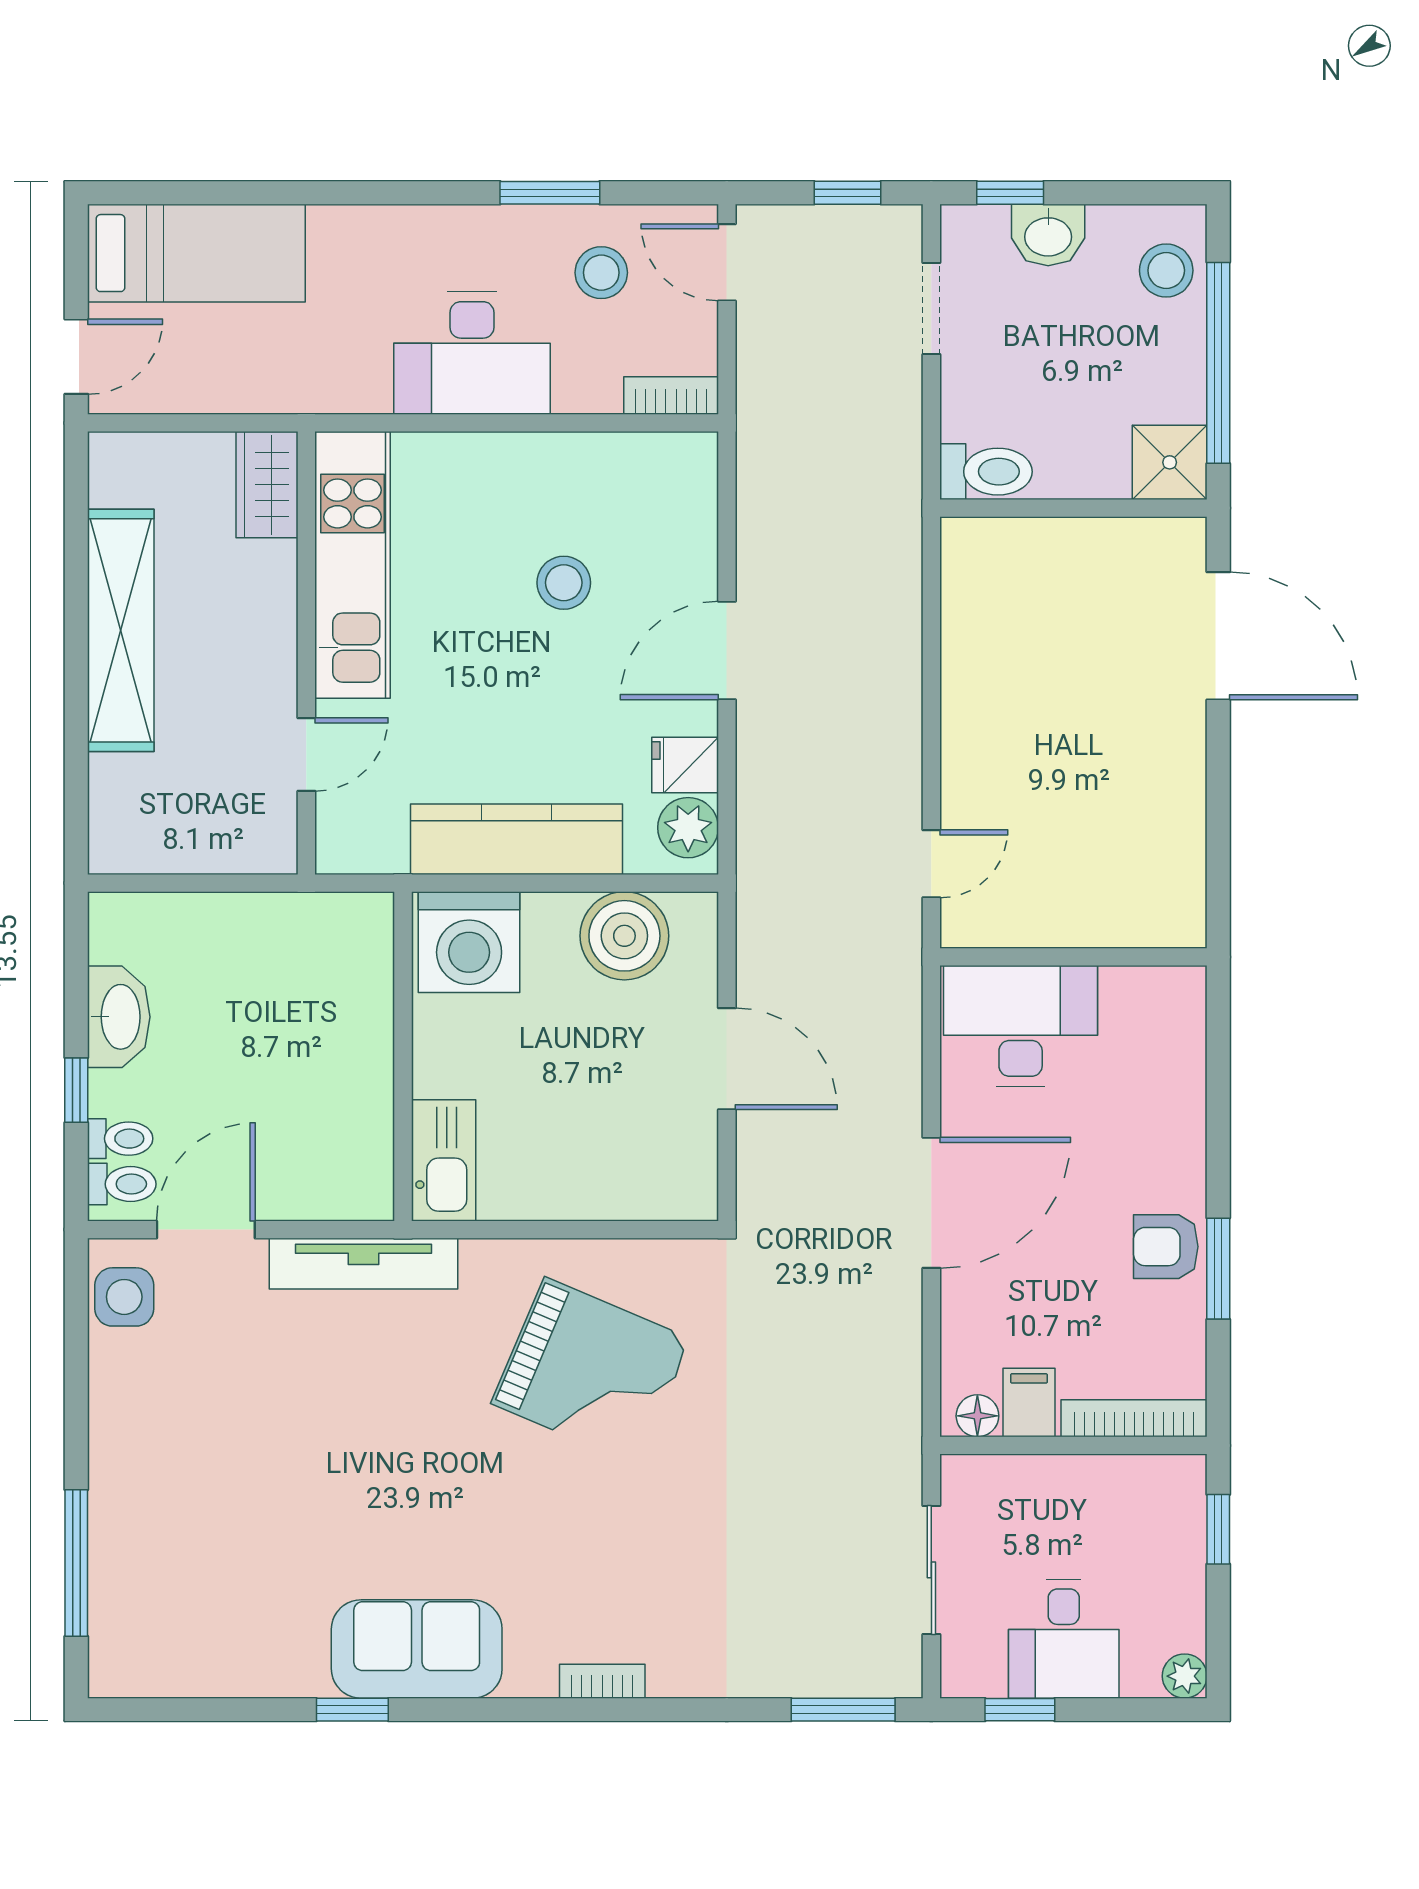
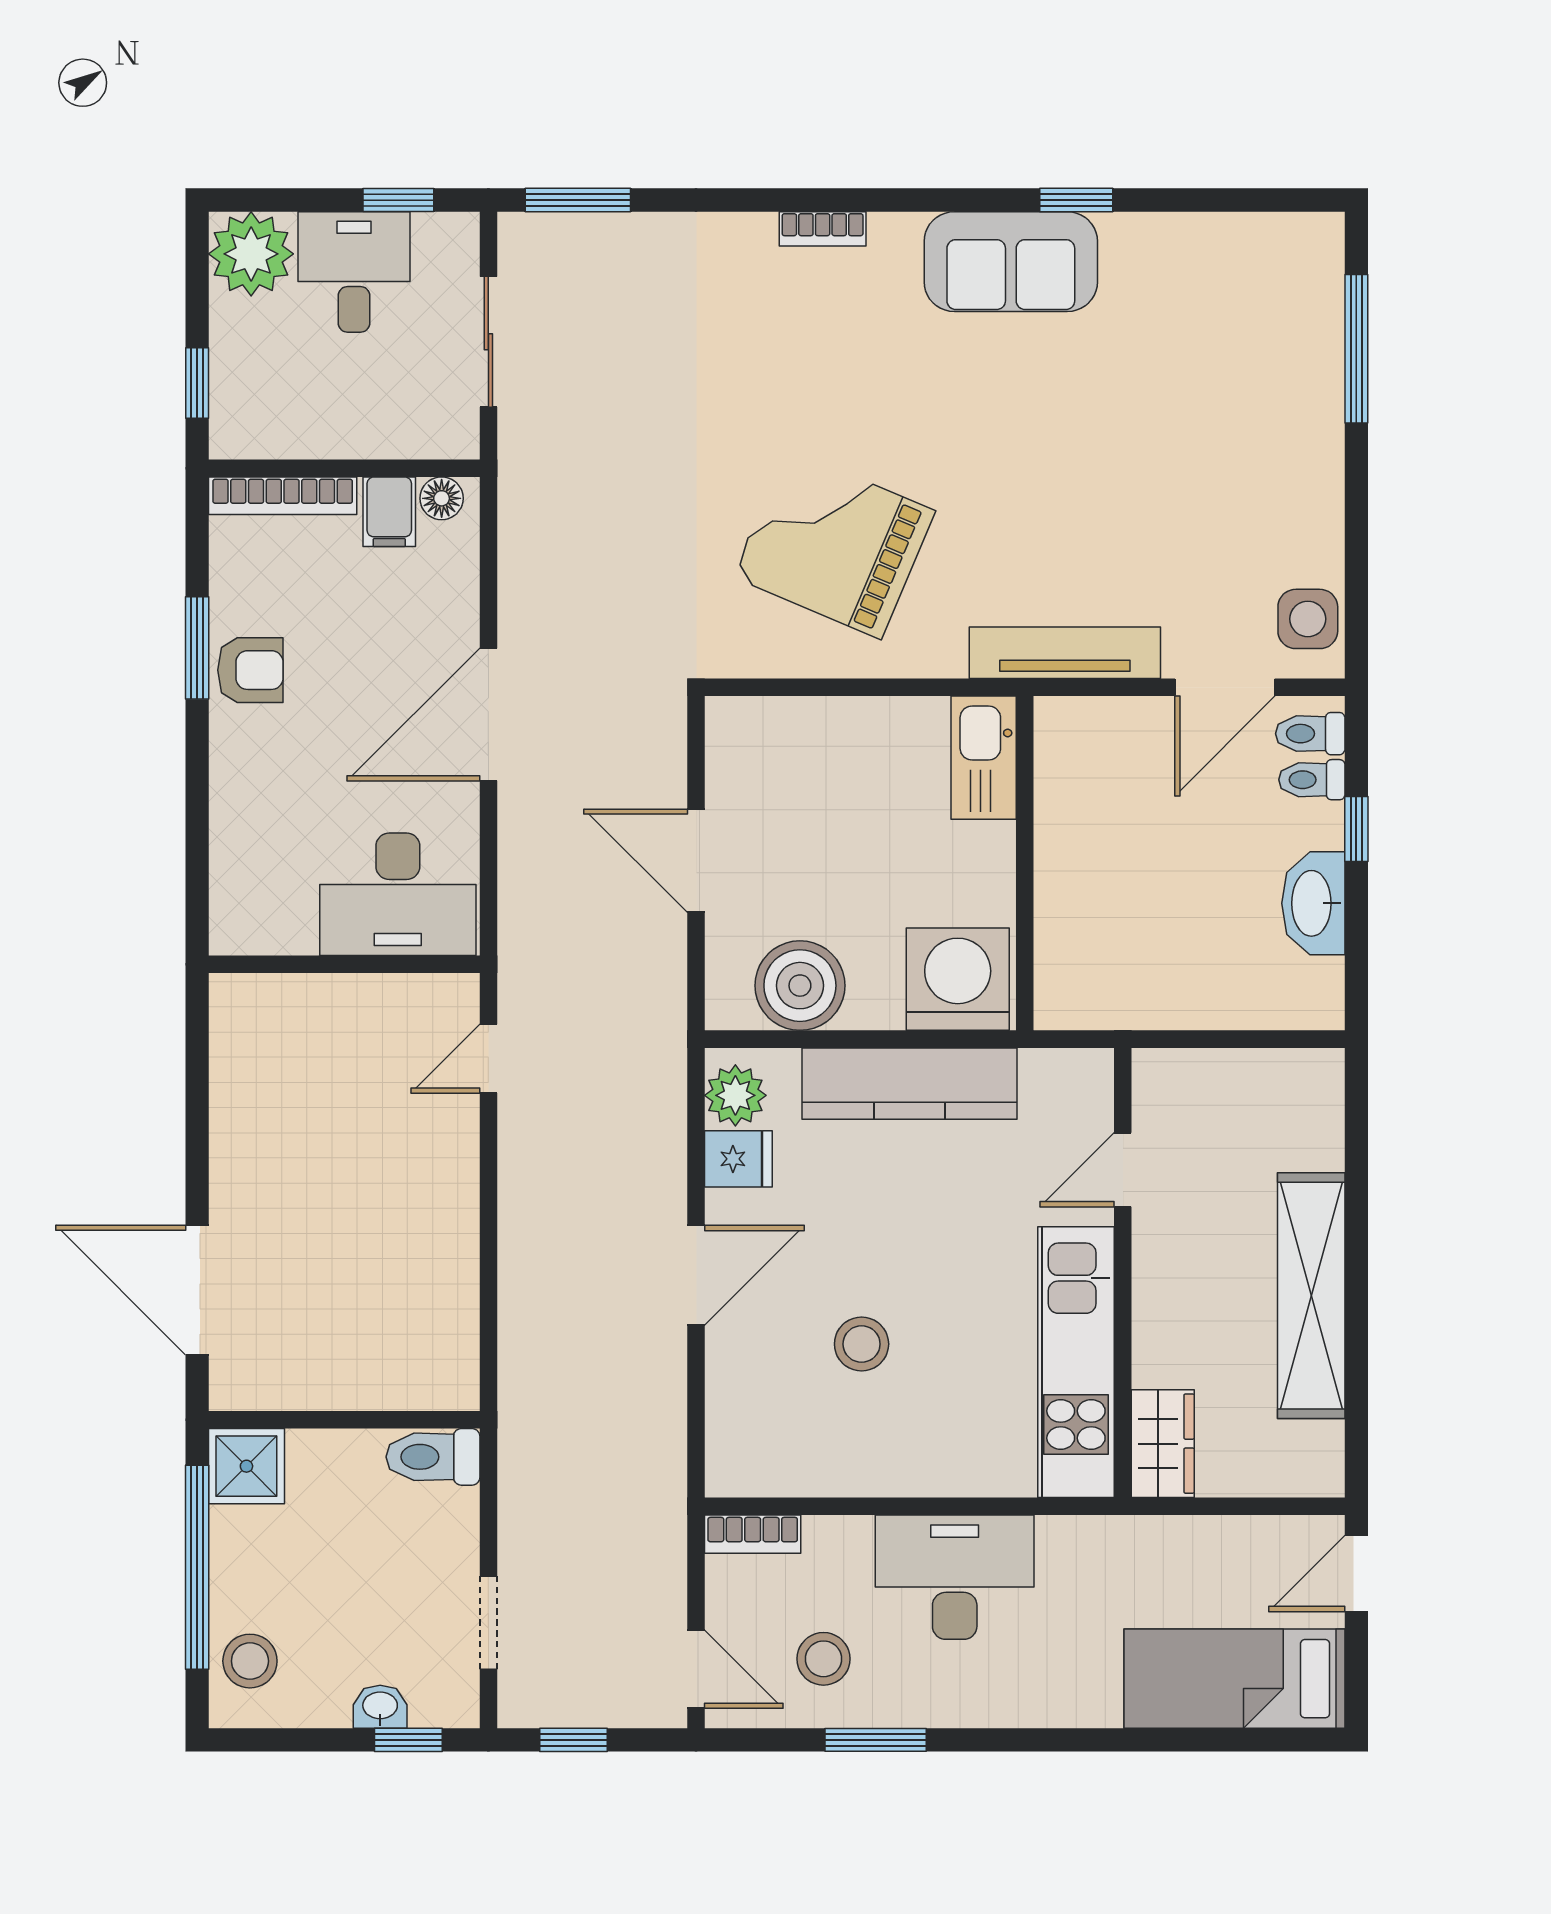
washbasin: (1048, 235) -> (380, 1707), width x0.72, depth x0.69
plant: (1185, 1676) -> (251, 254), width x1.88, depth x1.88

